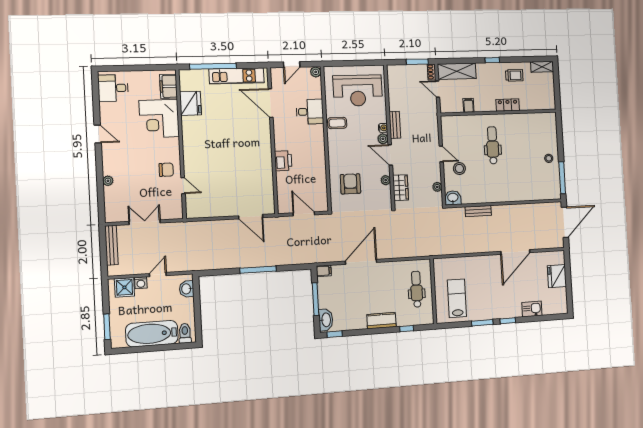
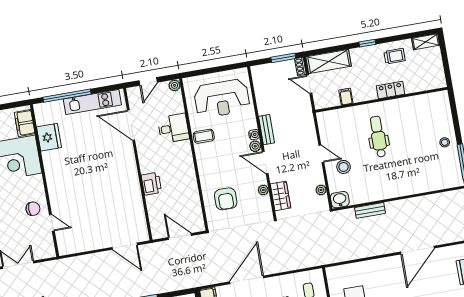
armchair: (350, 184) -> (226, 199), turned 180

